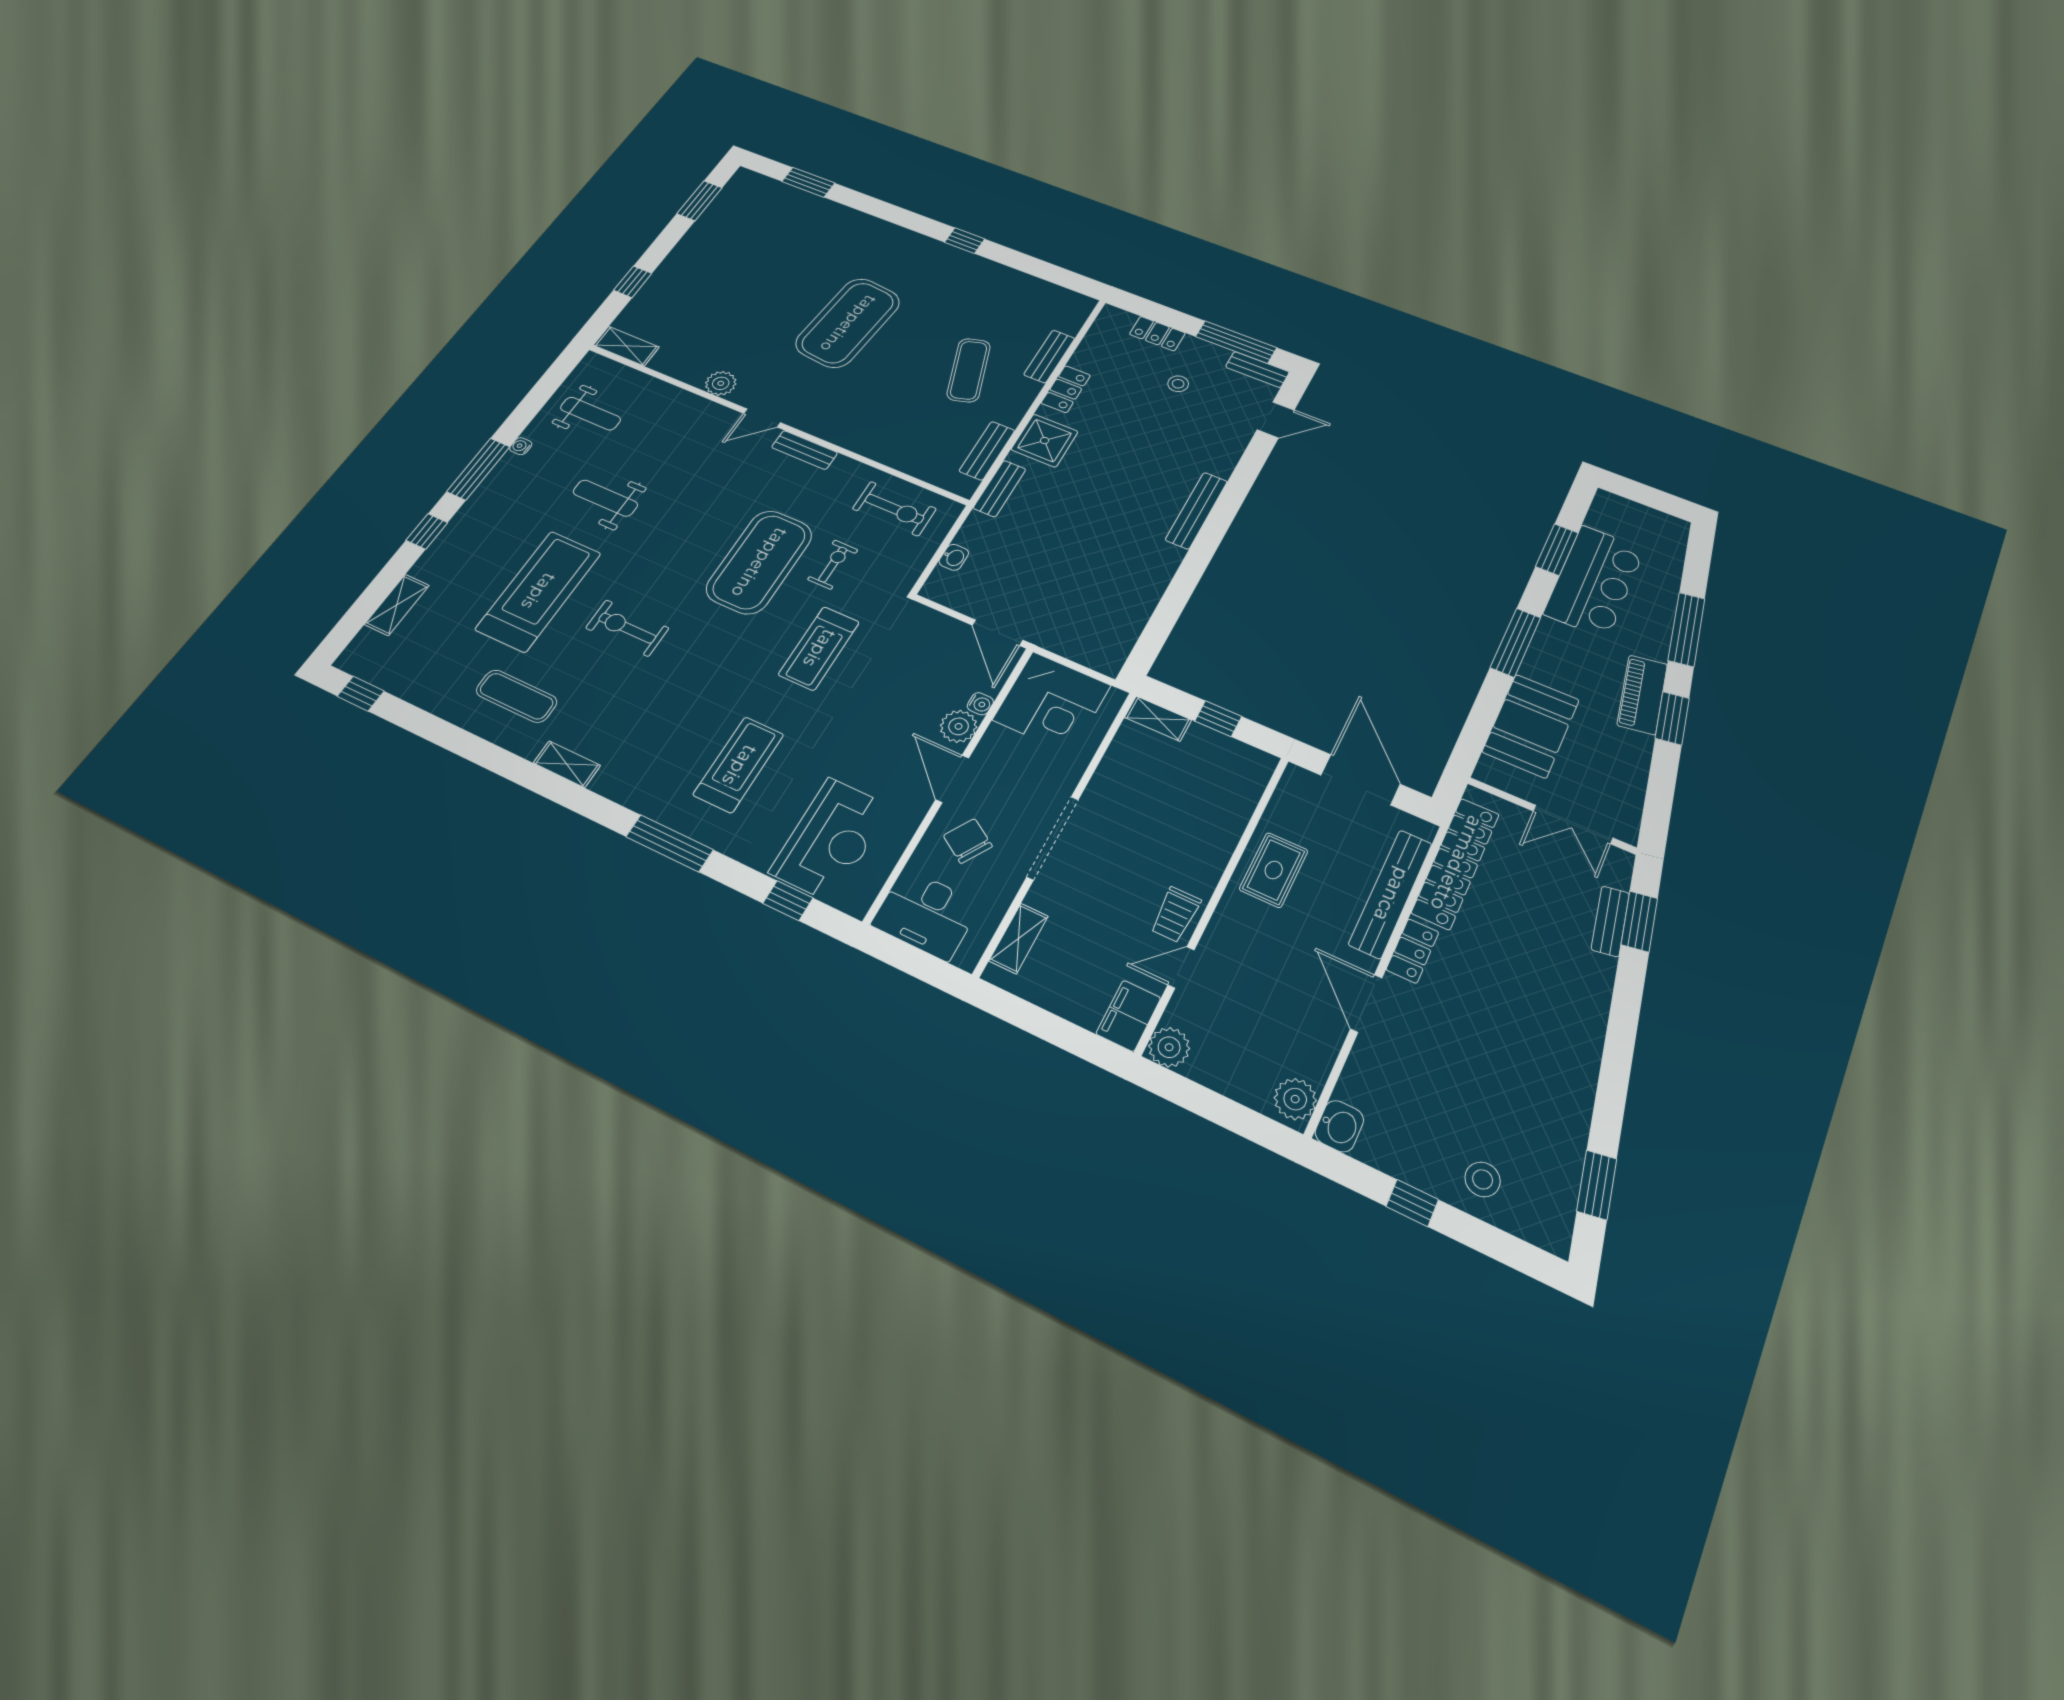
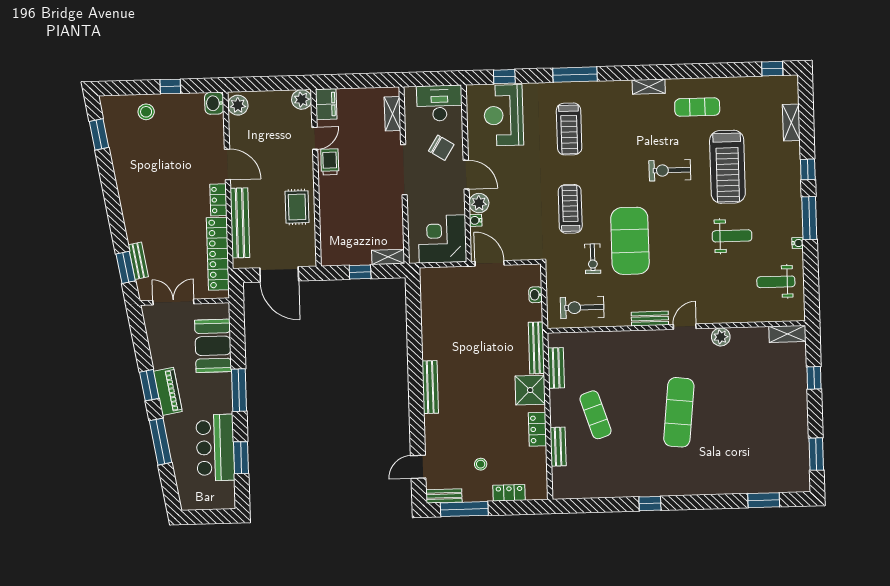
exercise mat: (848, 323) -> (679, 412), width x0.68
bench: (1000, 489) -> (536, 348), width x1.36
exercise bike: (627, 628) -> (670, 170), turned 180

